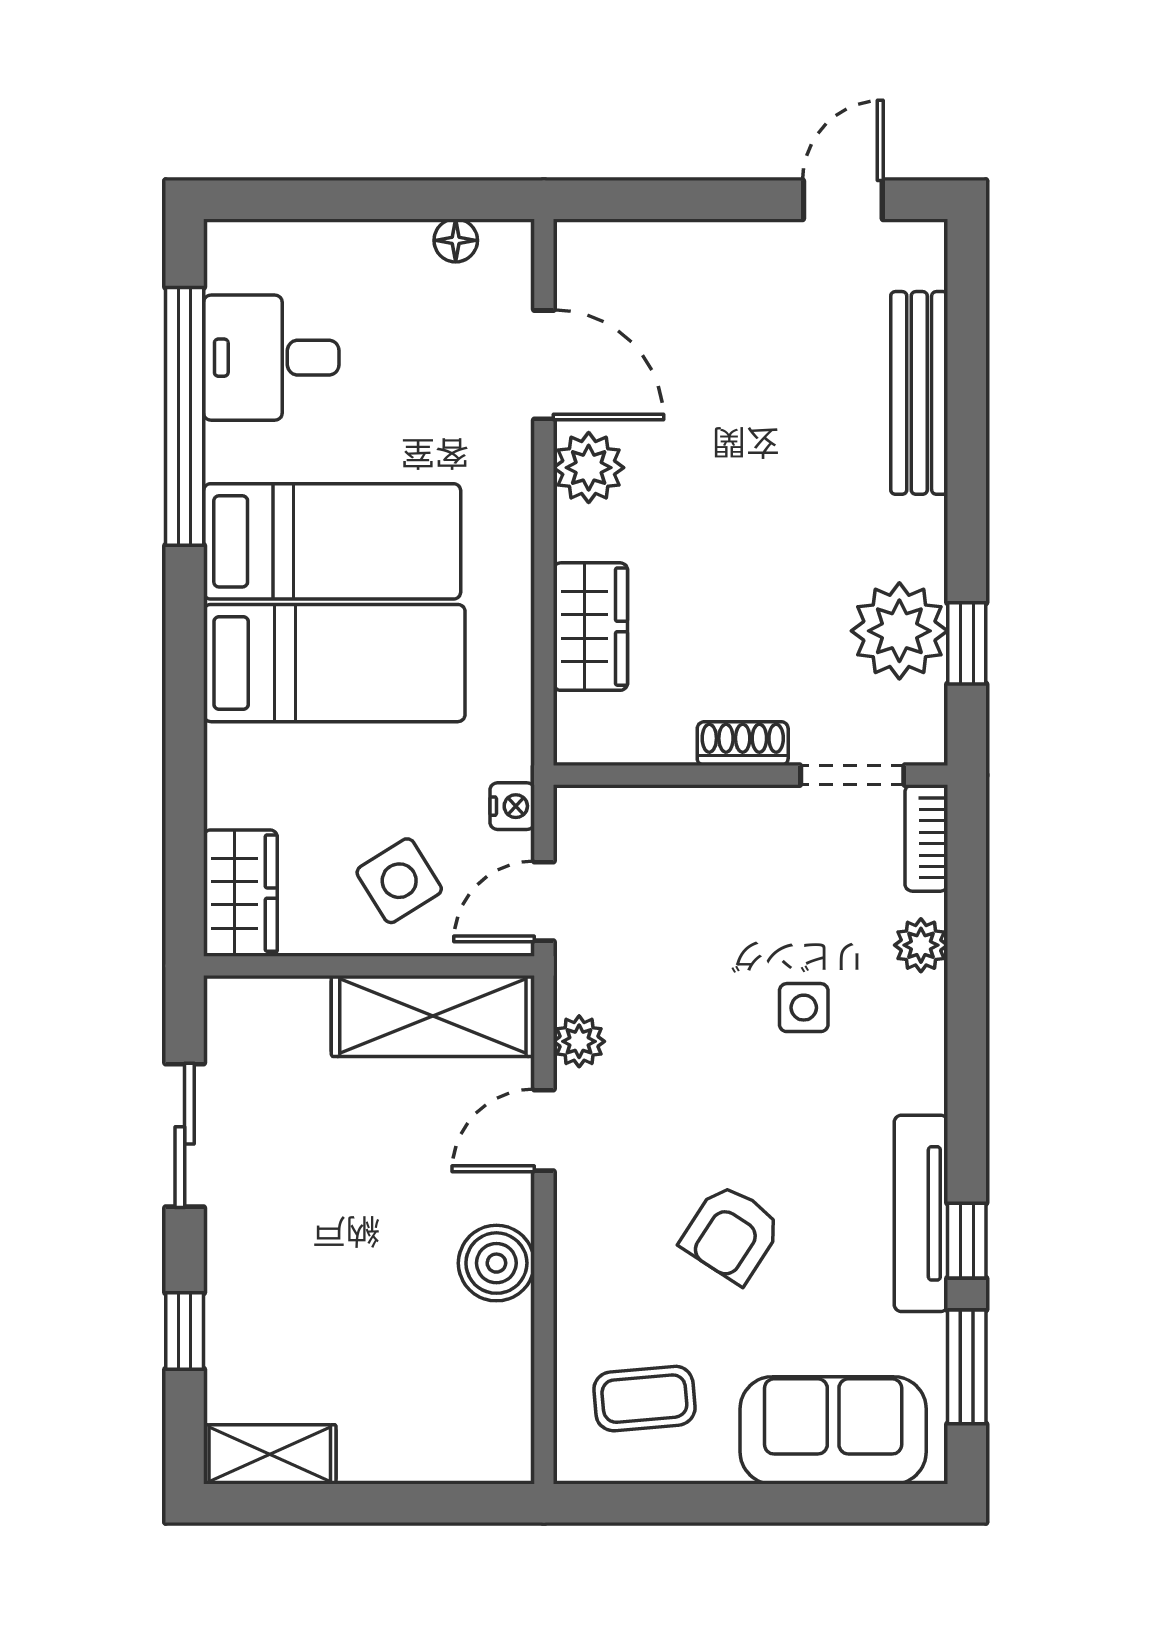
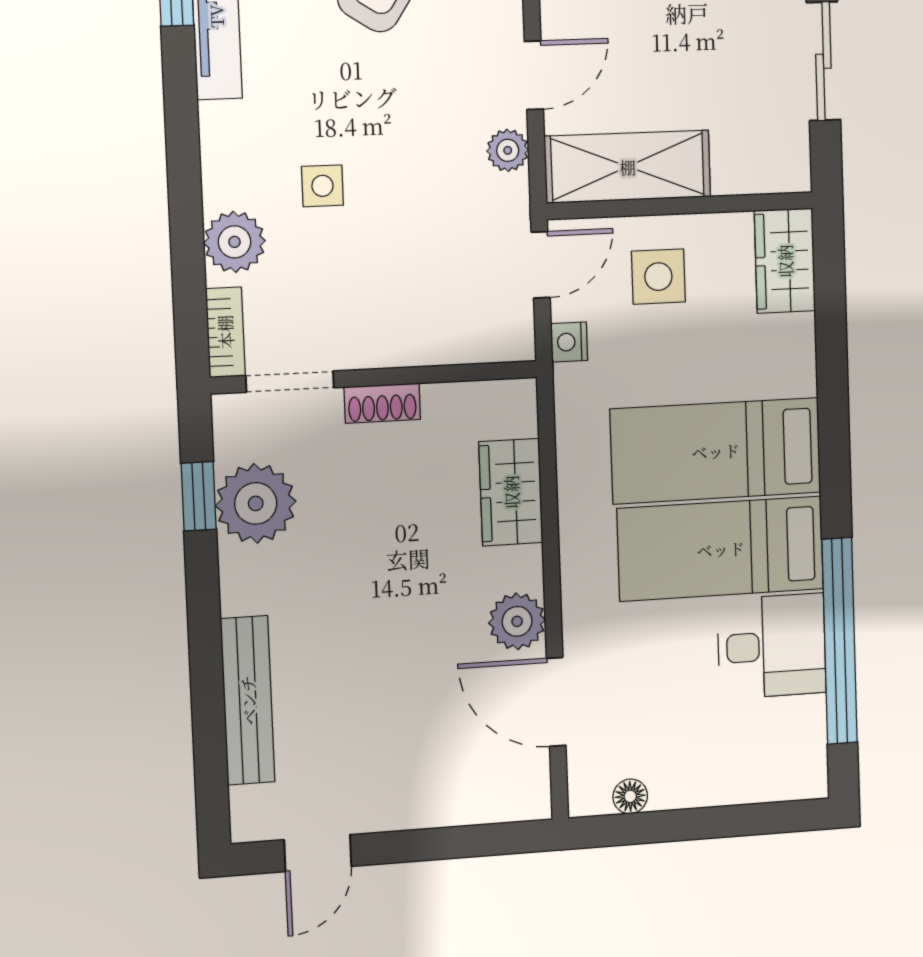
desk: (271, 358) -> (772, 646), moved
side table: (399, 881) -> (658, 277), turned 32
plant: (921, 945) -> (235, 242), width x1.38, depth x1.38

